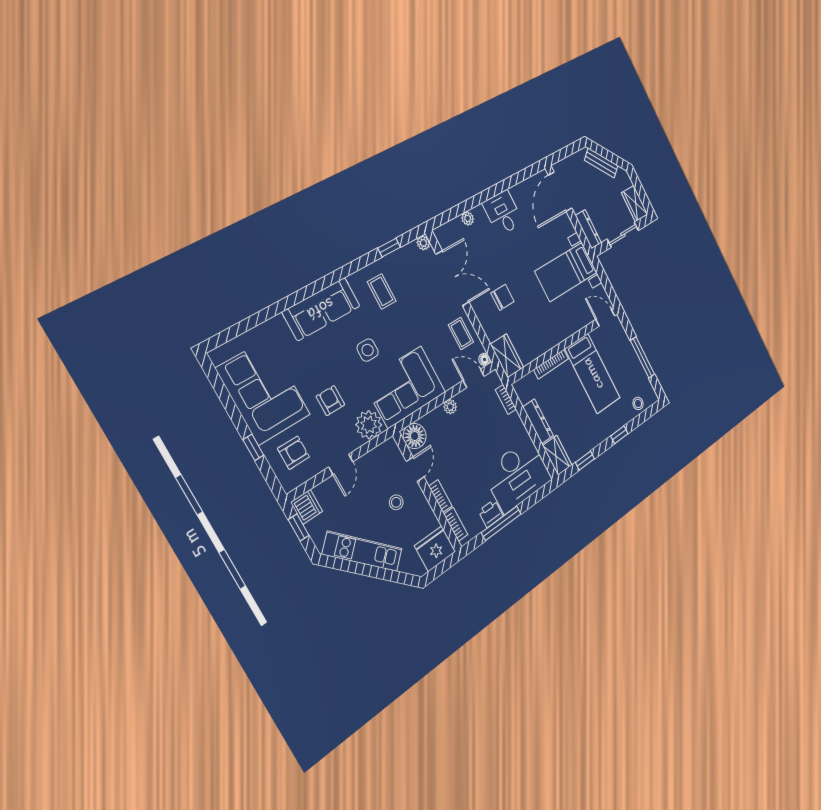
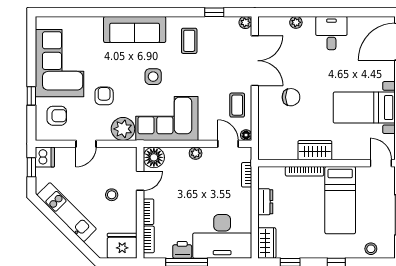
wardrobe: (507, 356) -> (315, 150), moved, turned -90
dresser: (538, 421) -> (265, 202), width x0.70

